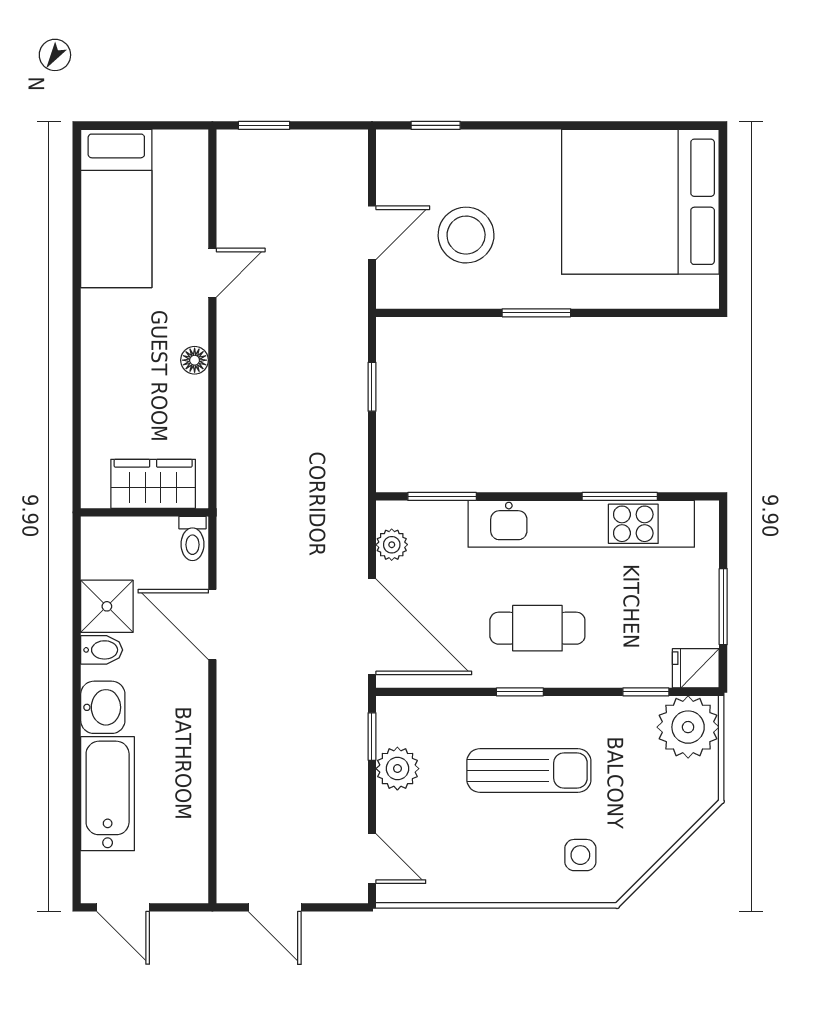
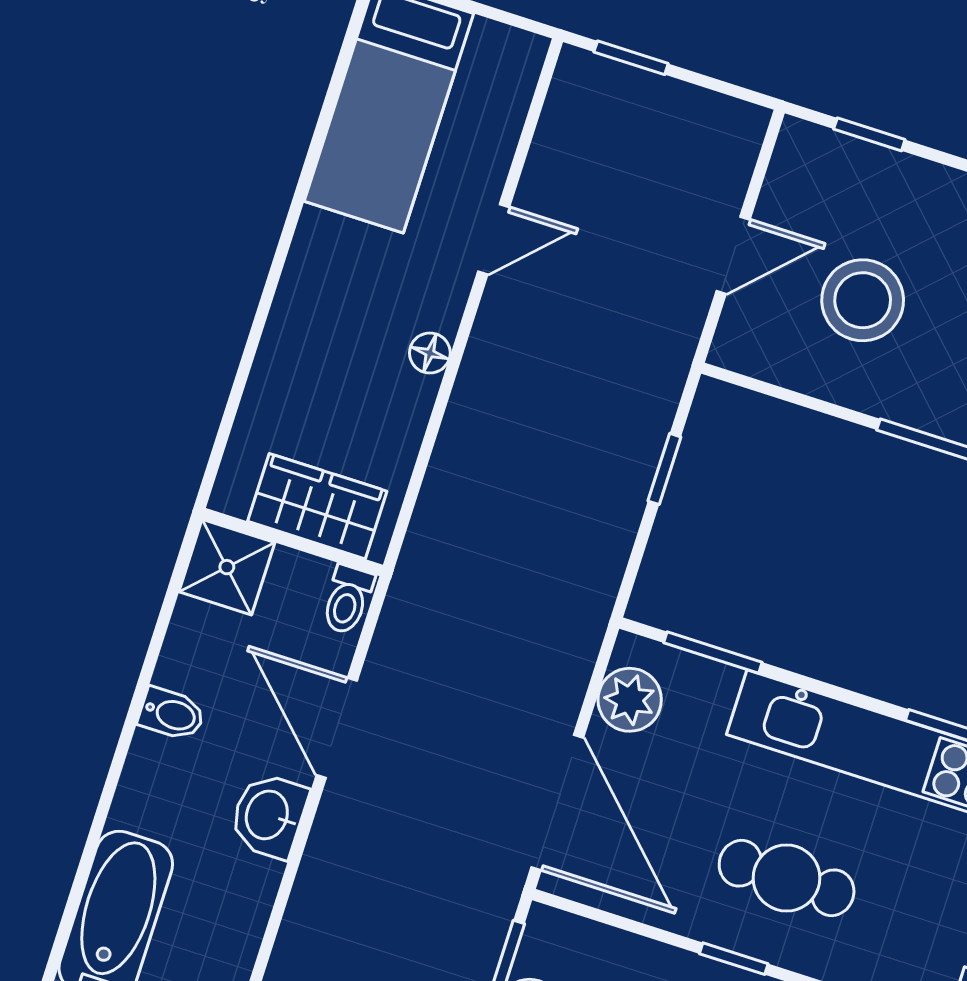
plant: (392, 545) -> (630, 700), width x1.38, depth x1.38
shower: (107, 606) -> (227, 567), moved
washbasin: (103, 707) -> (269, 816), moved, turned 180

